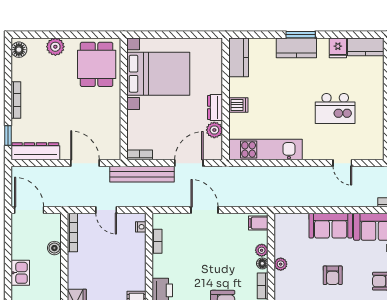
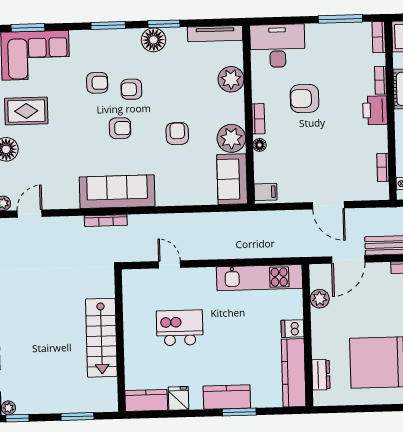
window: (301, 35) -> (239, 412), moved
kitchen counter: (239, 57) -> (294, 373), width x1.50
dresser: (215, 107) -> (321, 375), moved
sofa: (331, 226) -> (232, 179), moved, turned -90
plant: (262, 250) -> (261, 160), removed
plant: (281, 264) -> (231, 138), width x1.88, depth x1.88

